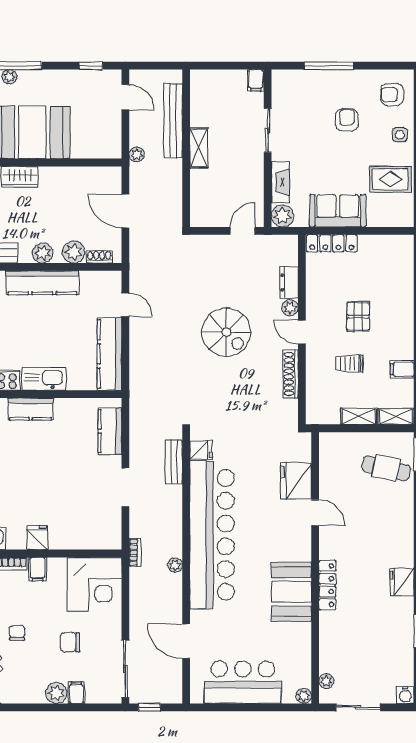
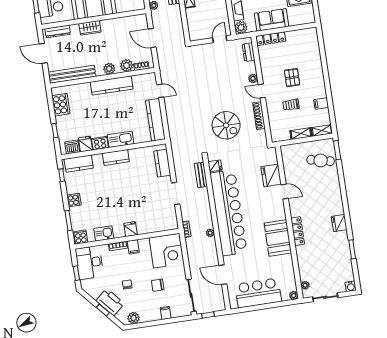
dresser: (289, 282) -> (248, 52), moved
spiral stairs: (226, 332) -> (226, 125), moved
plant: (56, 693) -> (133, 318), moved

